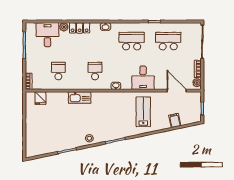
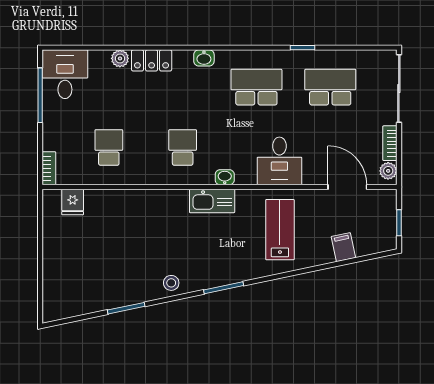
desk: (47, 35) -> (65, 74), moved
kitchen sink: (80, 98) -> (212, 201), moved

